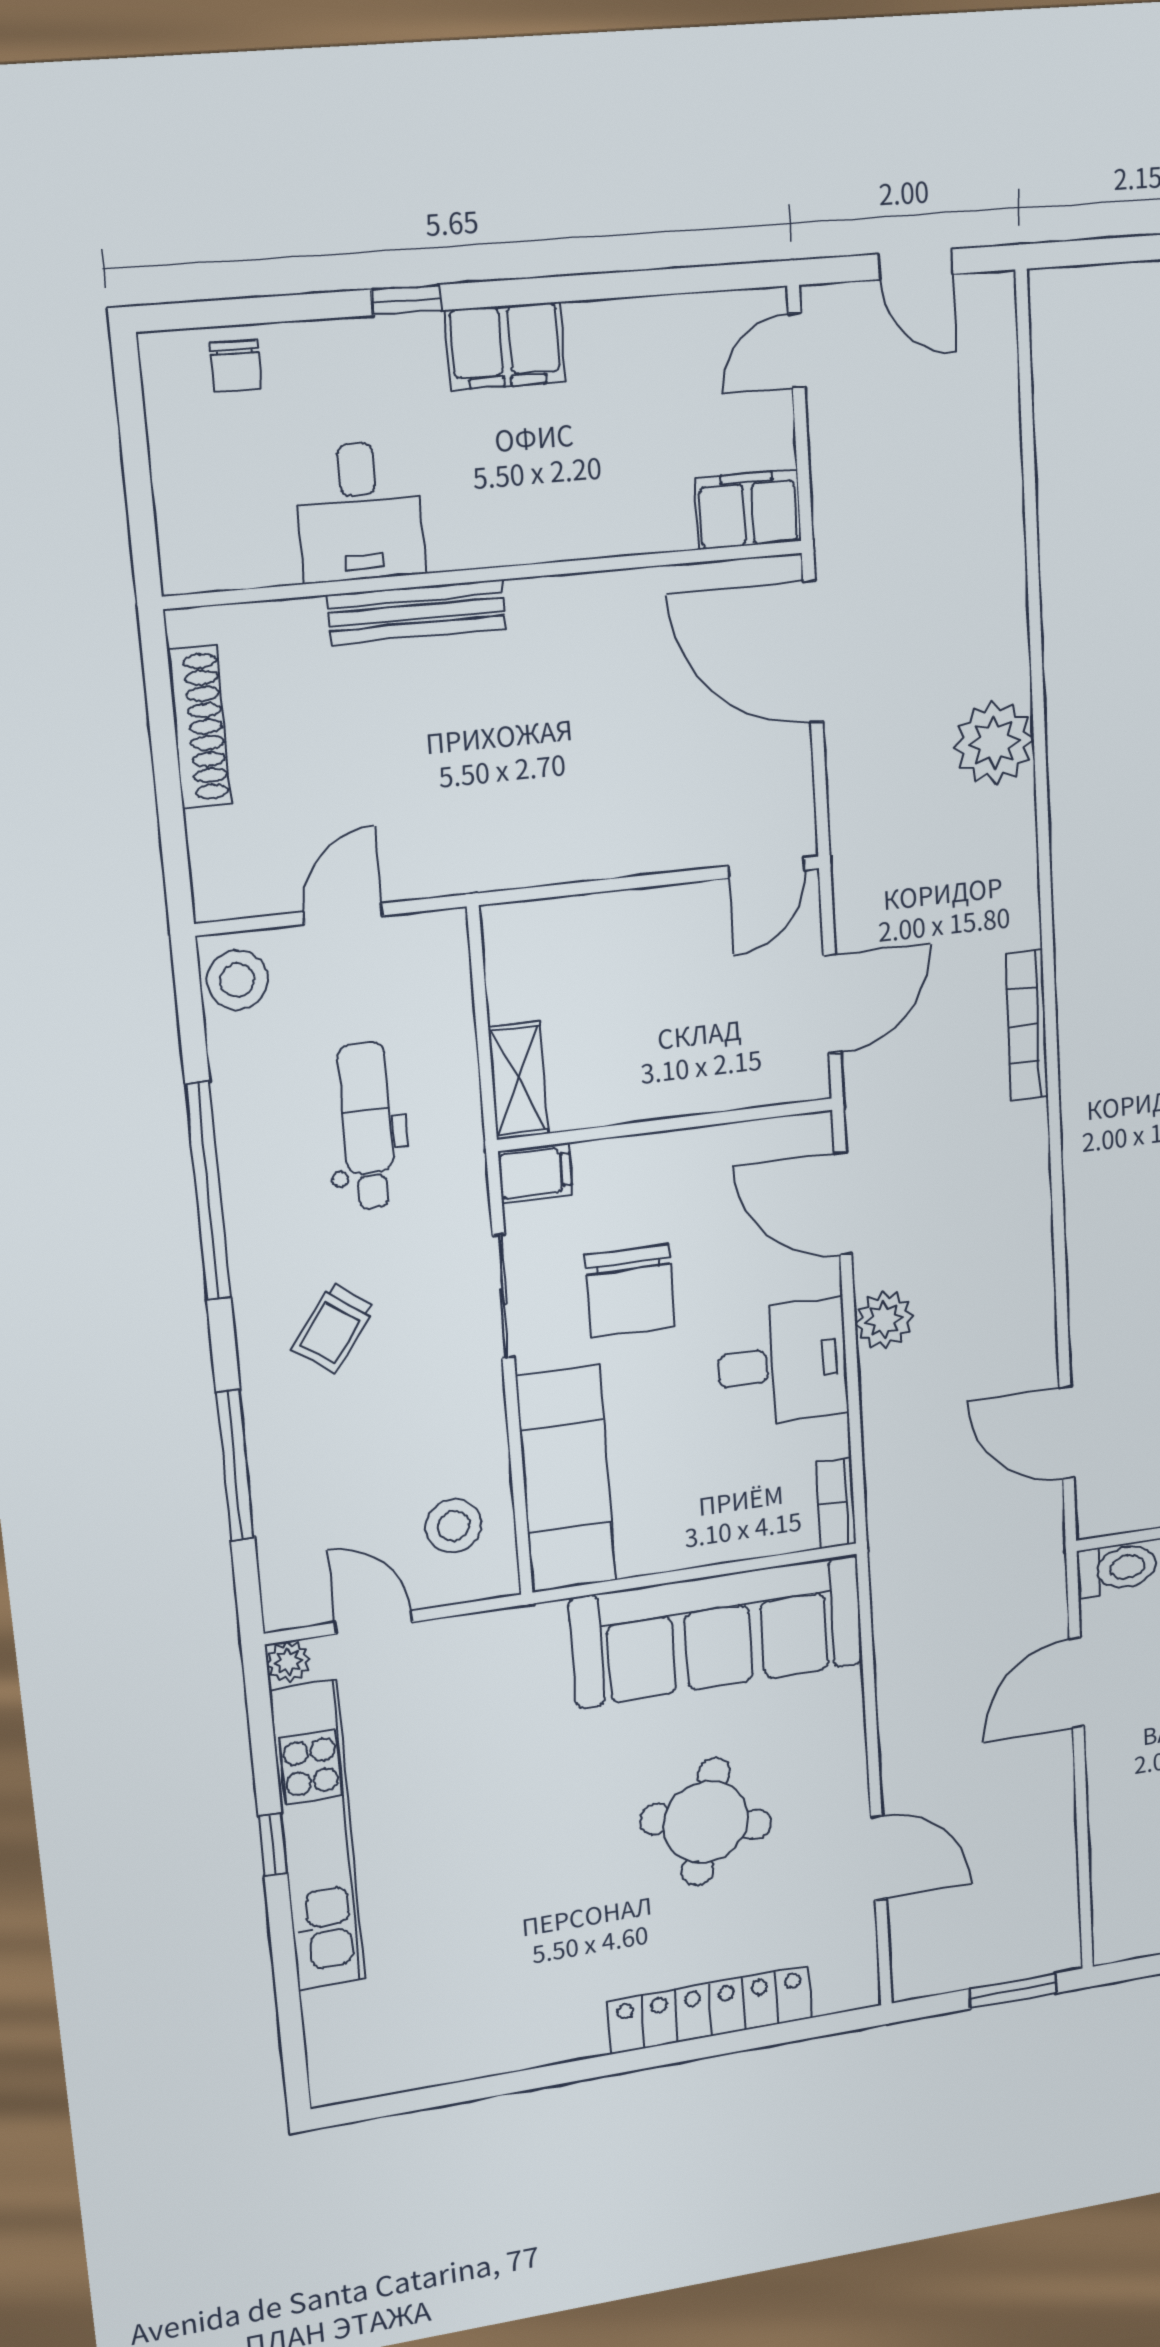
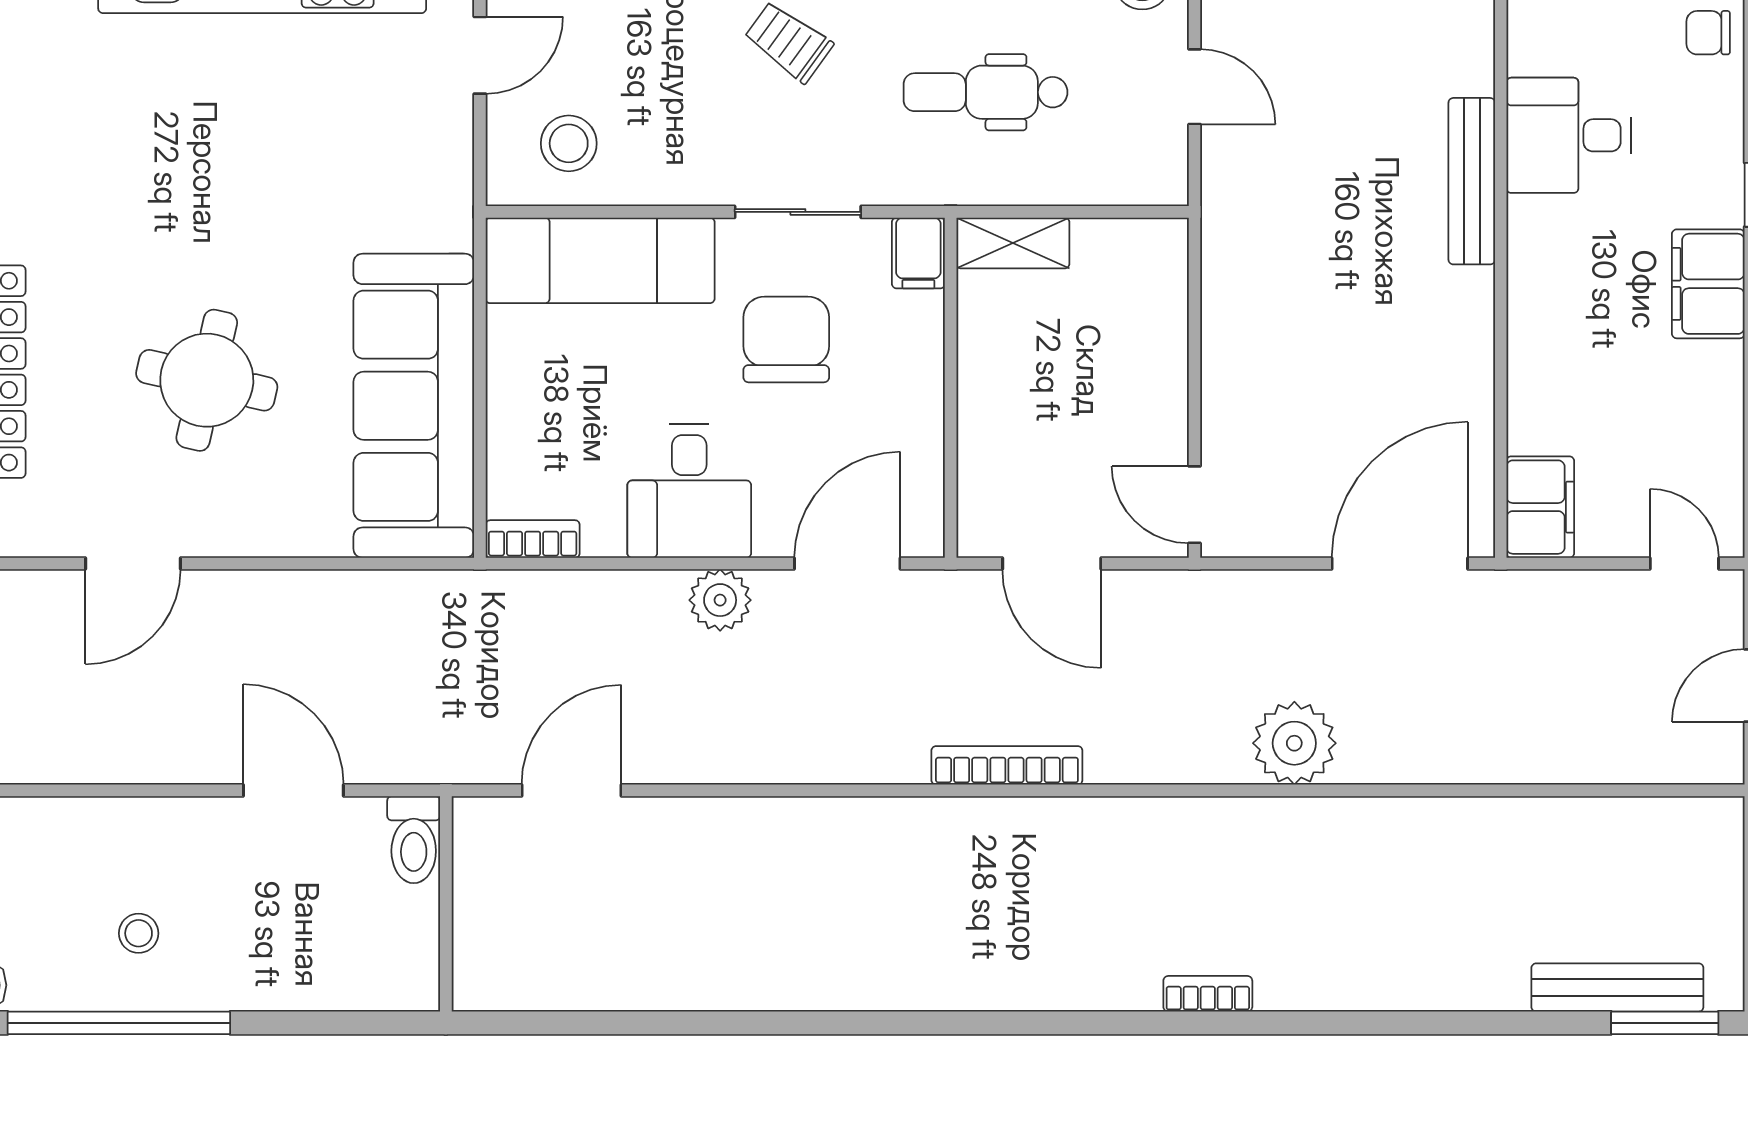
dental chair: (367, 1126) -> (985, 92), turned 180
chair: (630, 1291) -> (786, 339), turned 90

